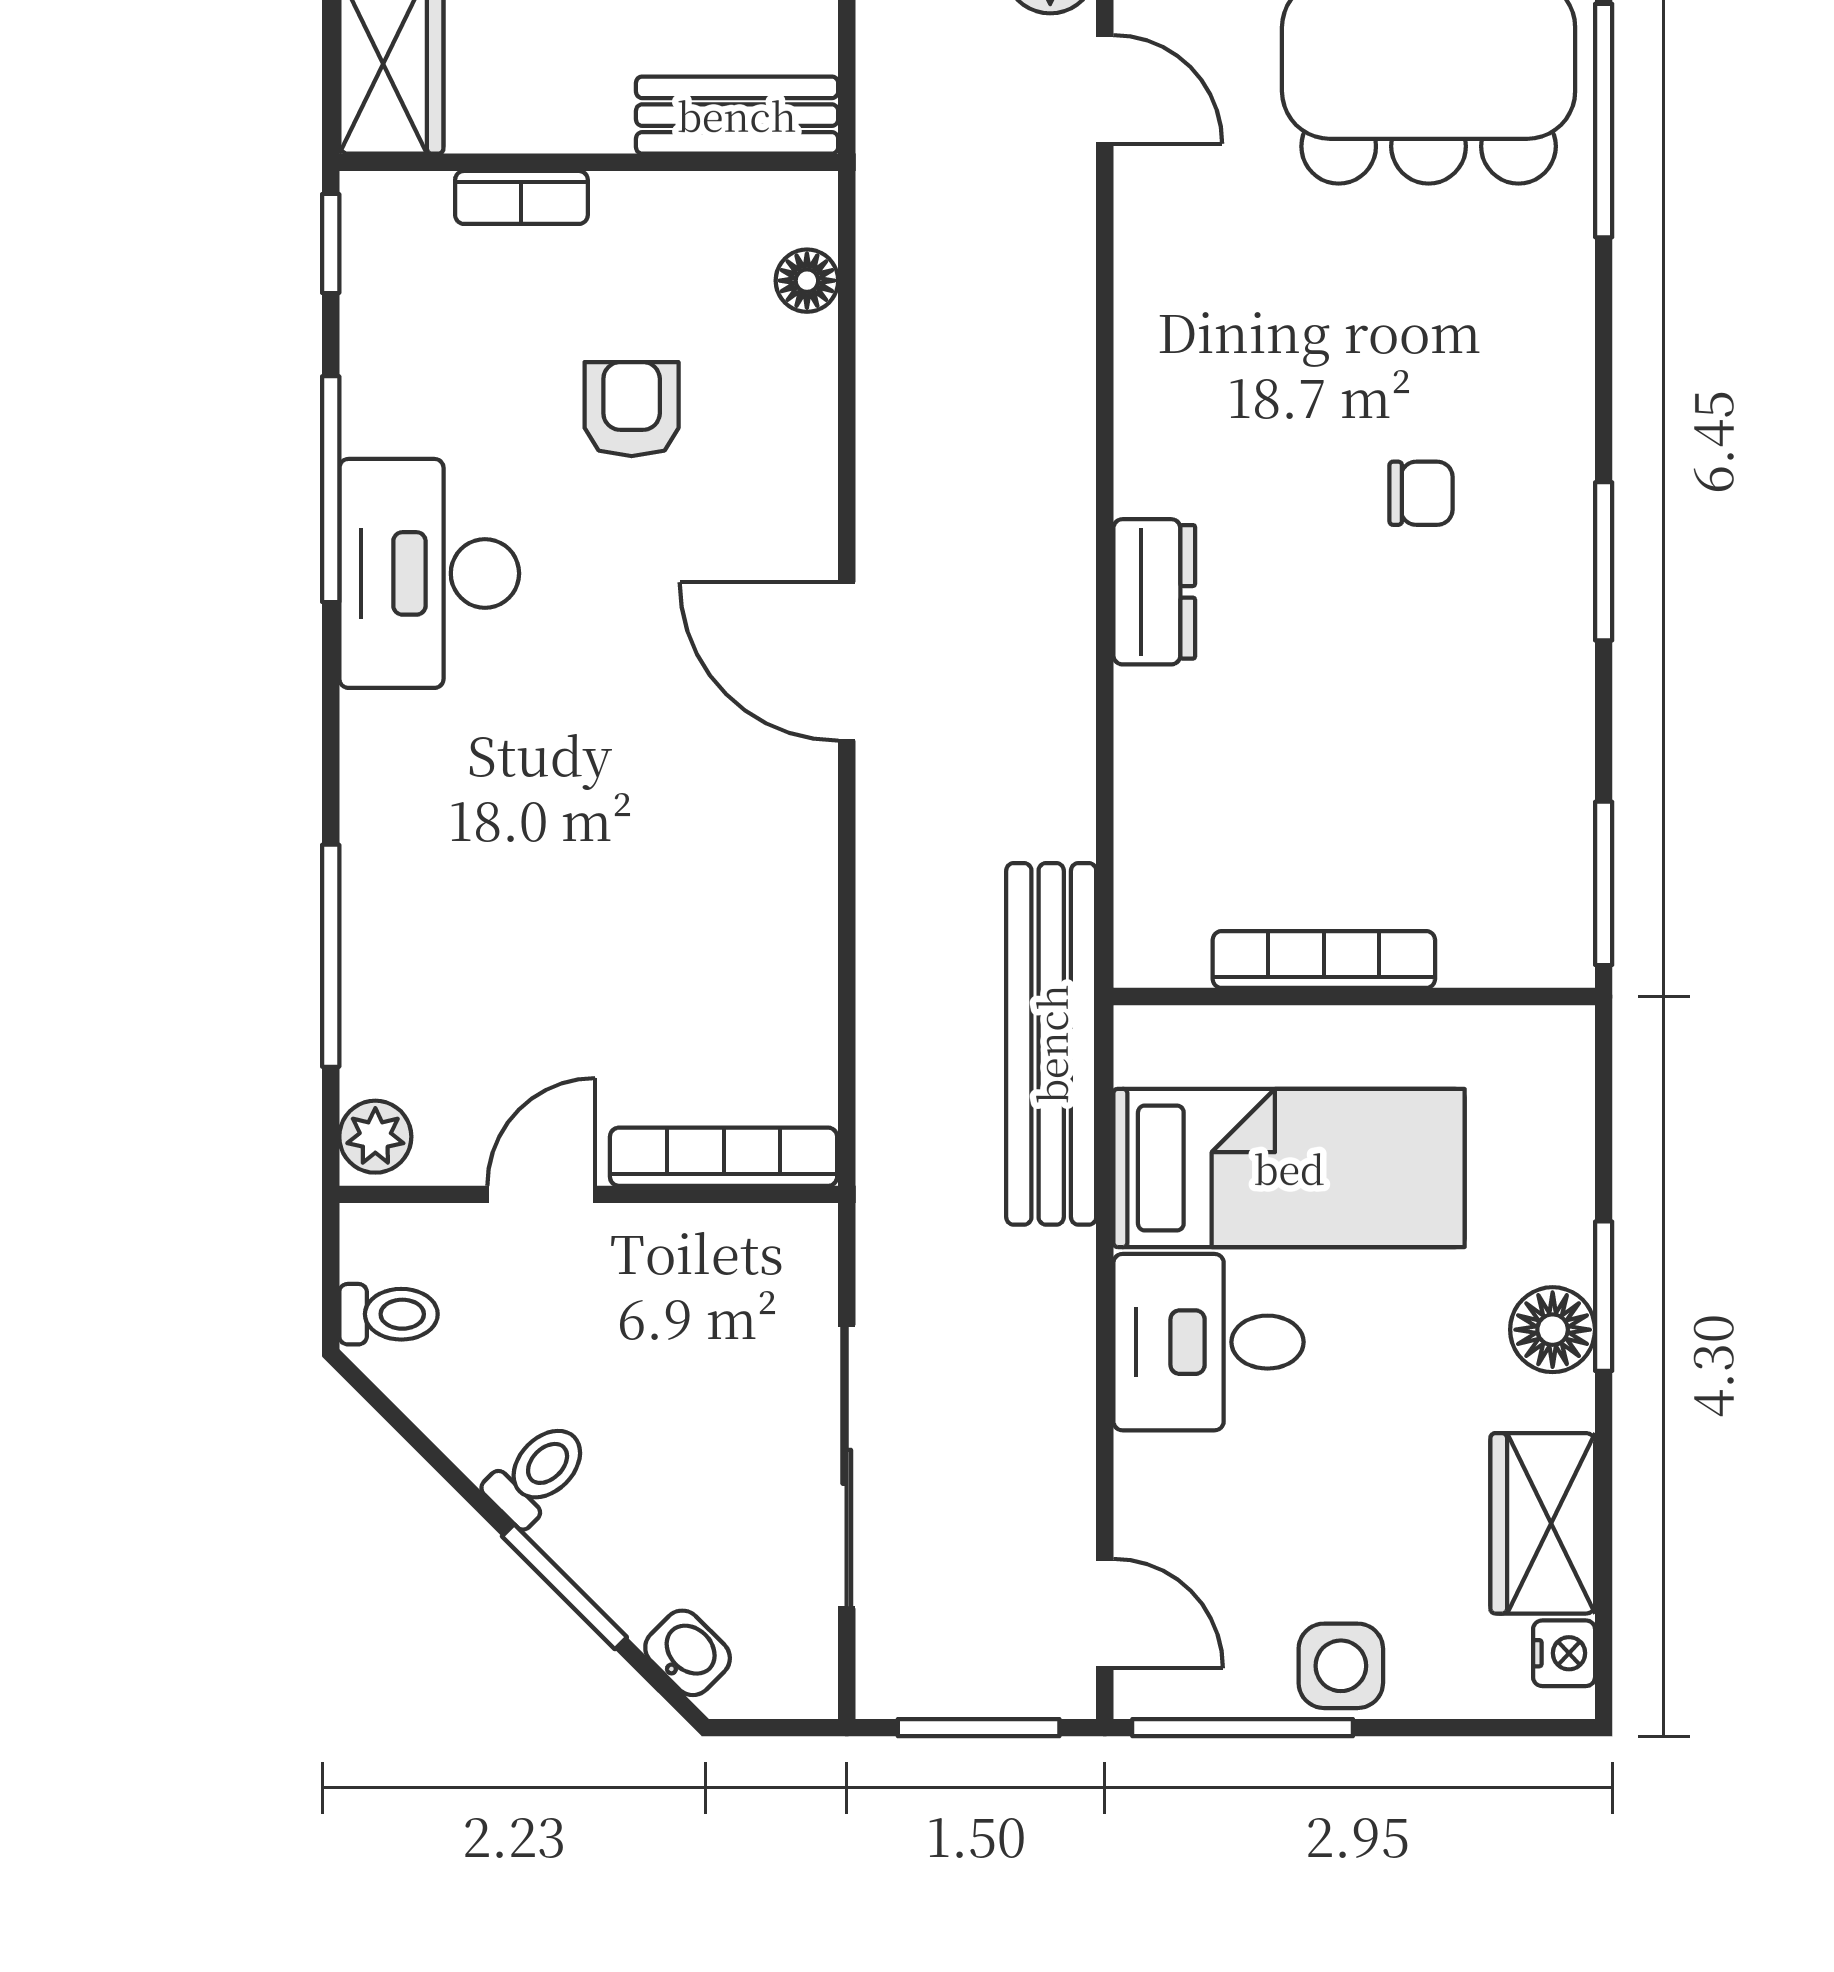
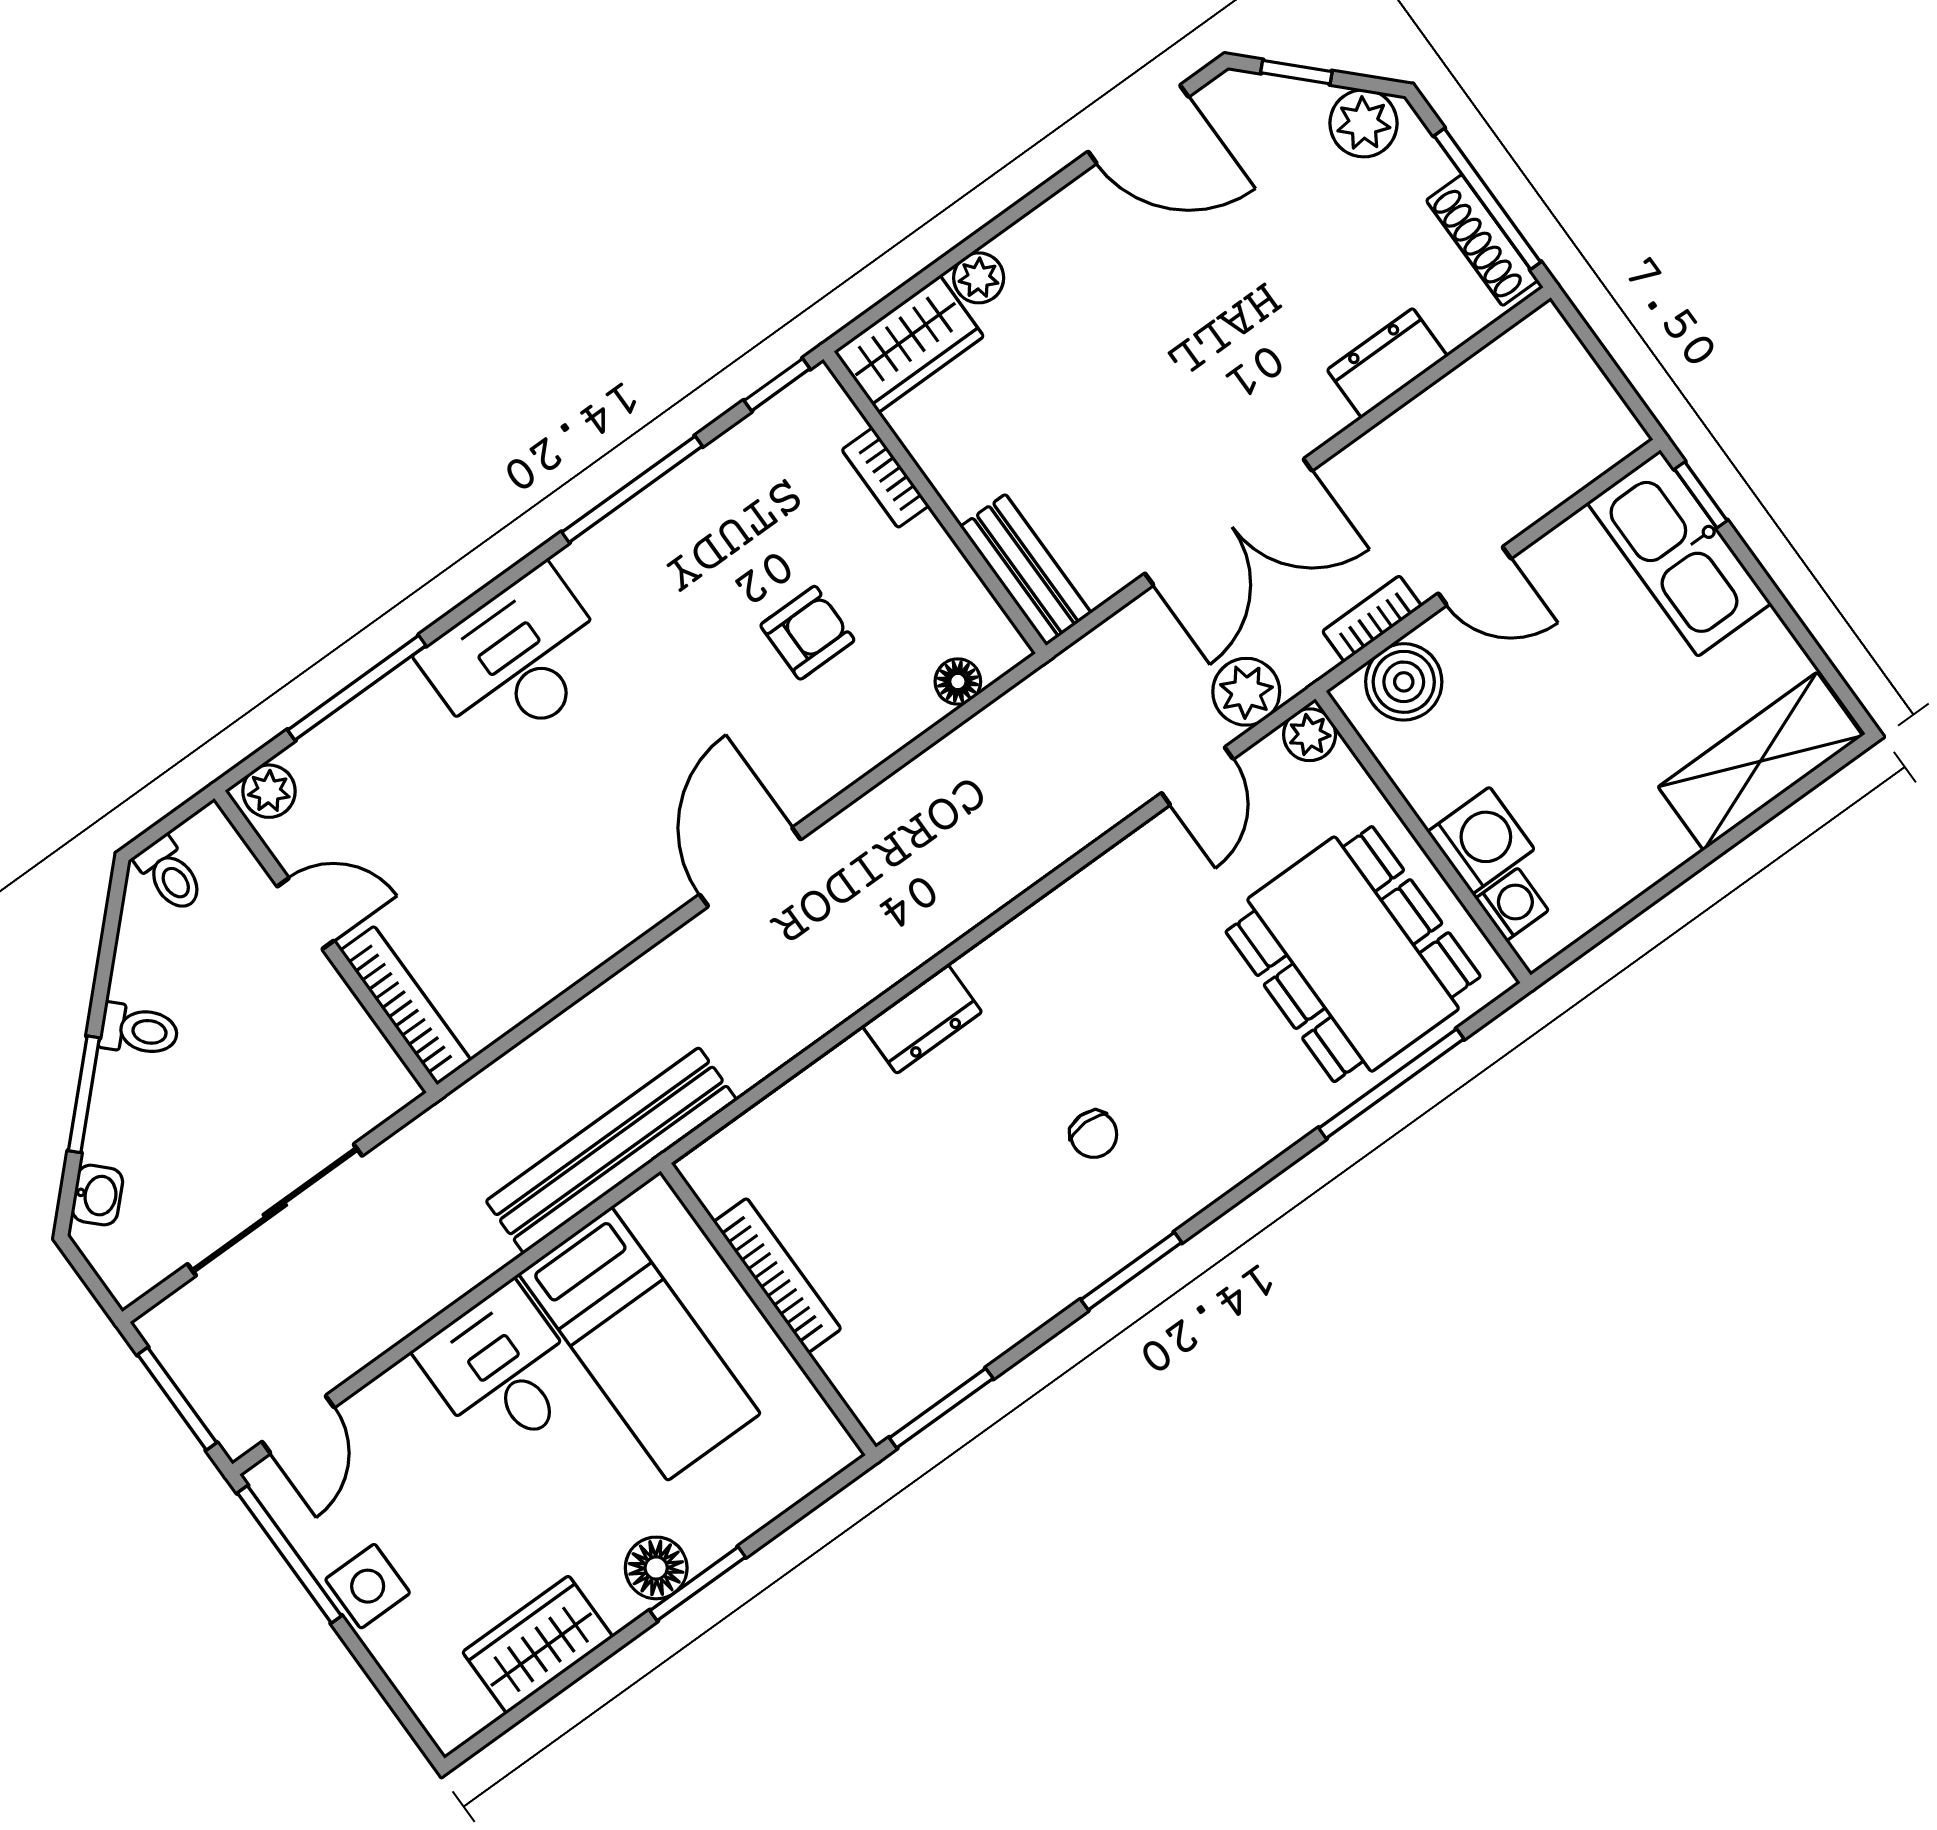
desk: (429, 573) -> (517, 660), moved
nightstand: (1564, 1653) -> (470, 1712), removed

